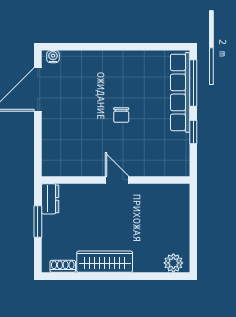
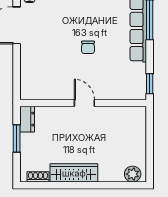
window: (193, 132) -> (150, 84), moved

